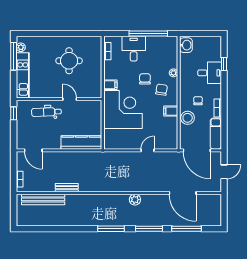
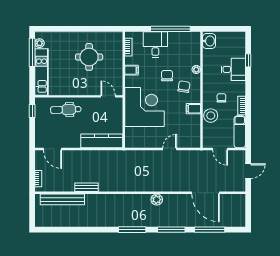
filing cabinet: (110, 85) -> (131, 70), moved
door: (70, 99) -> (108, 96), moved
door: (197, 150) -> (220, 149), width x0.53

